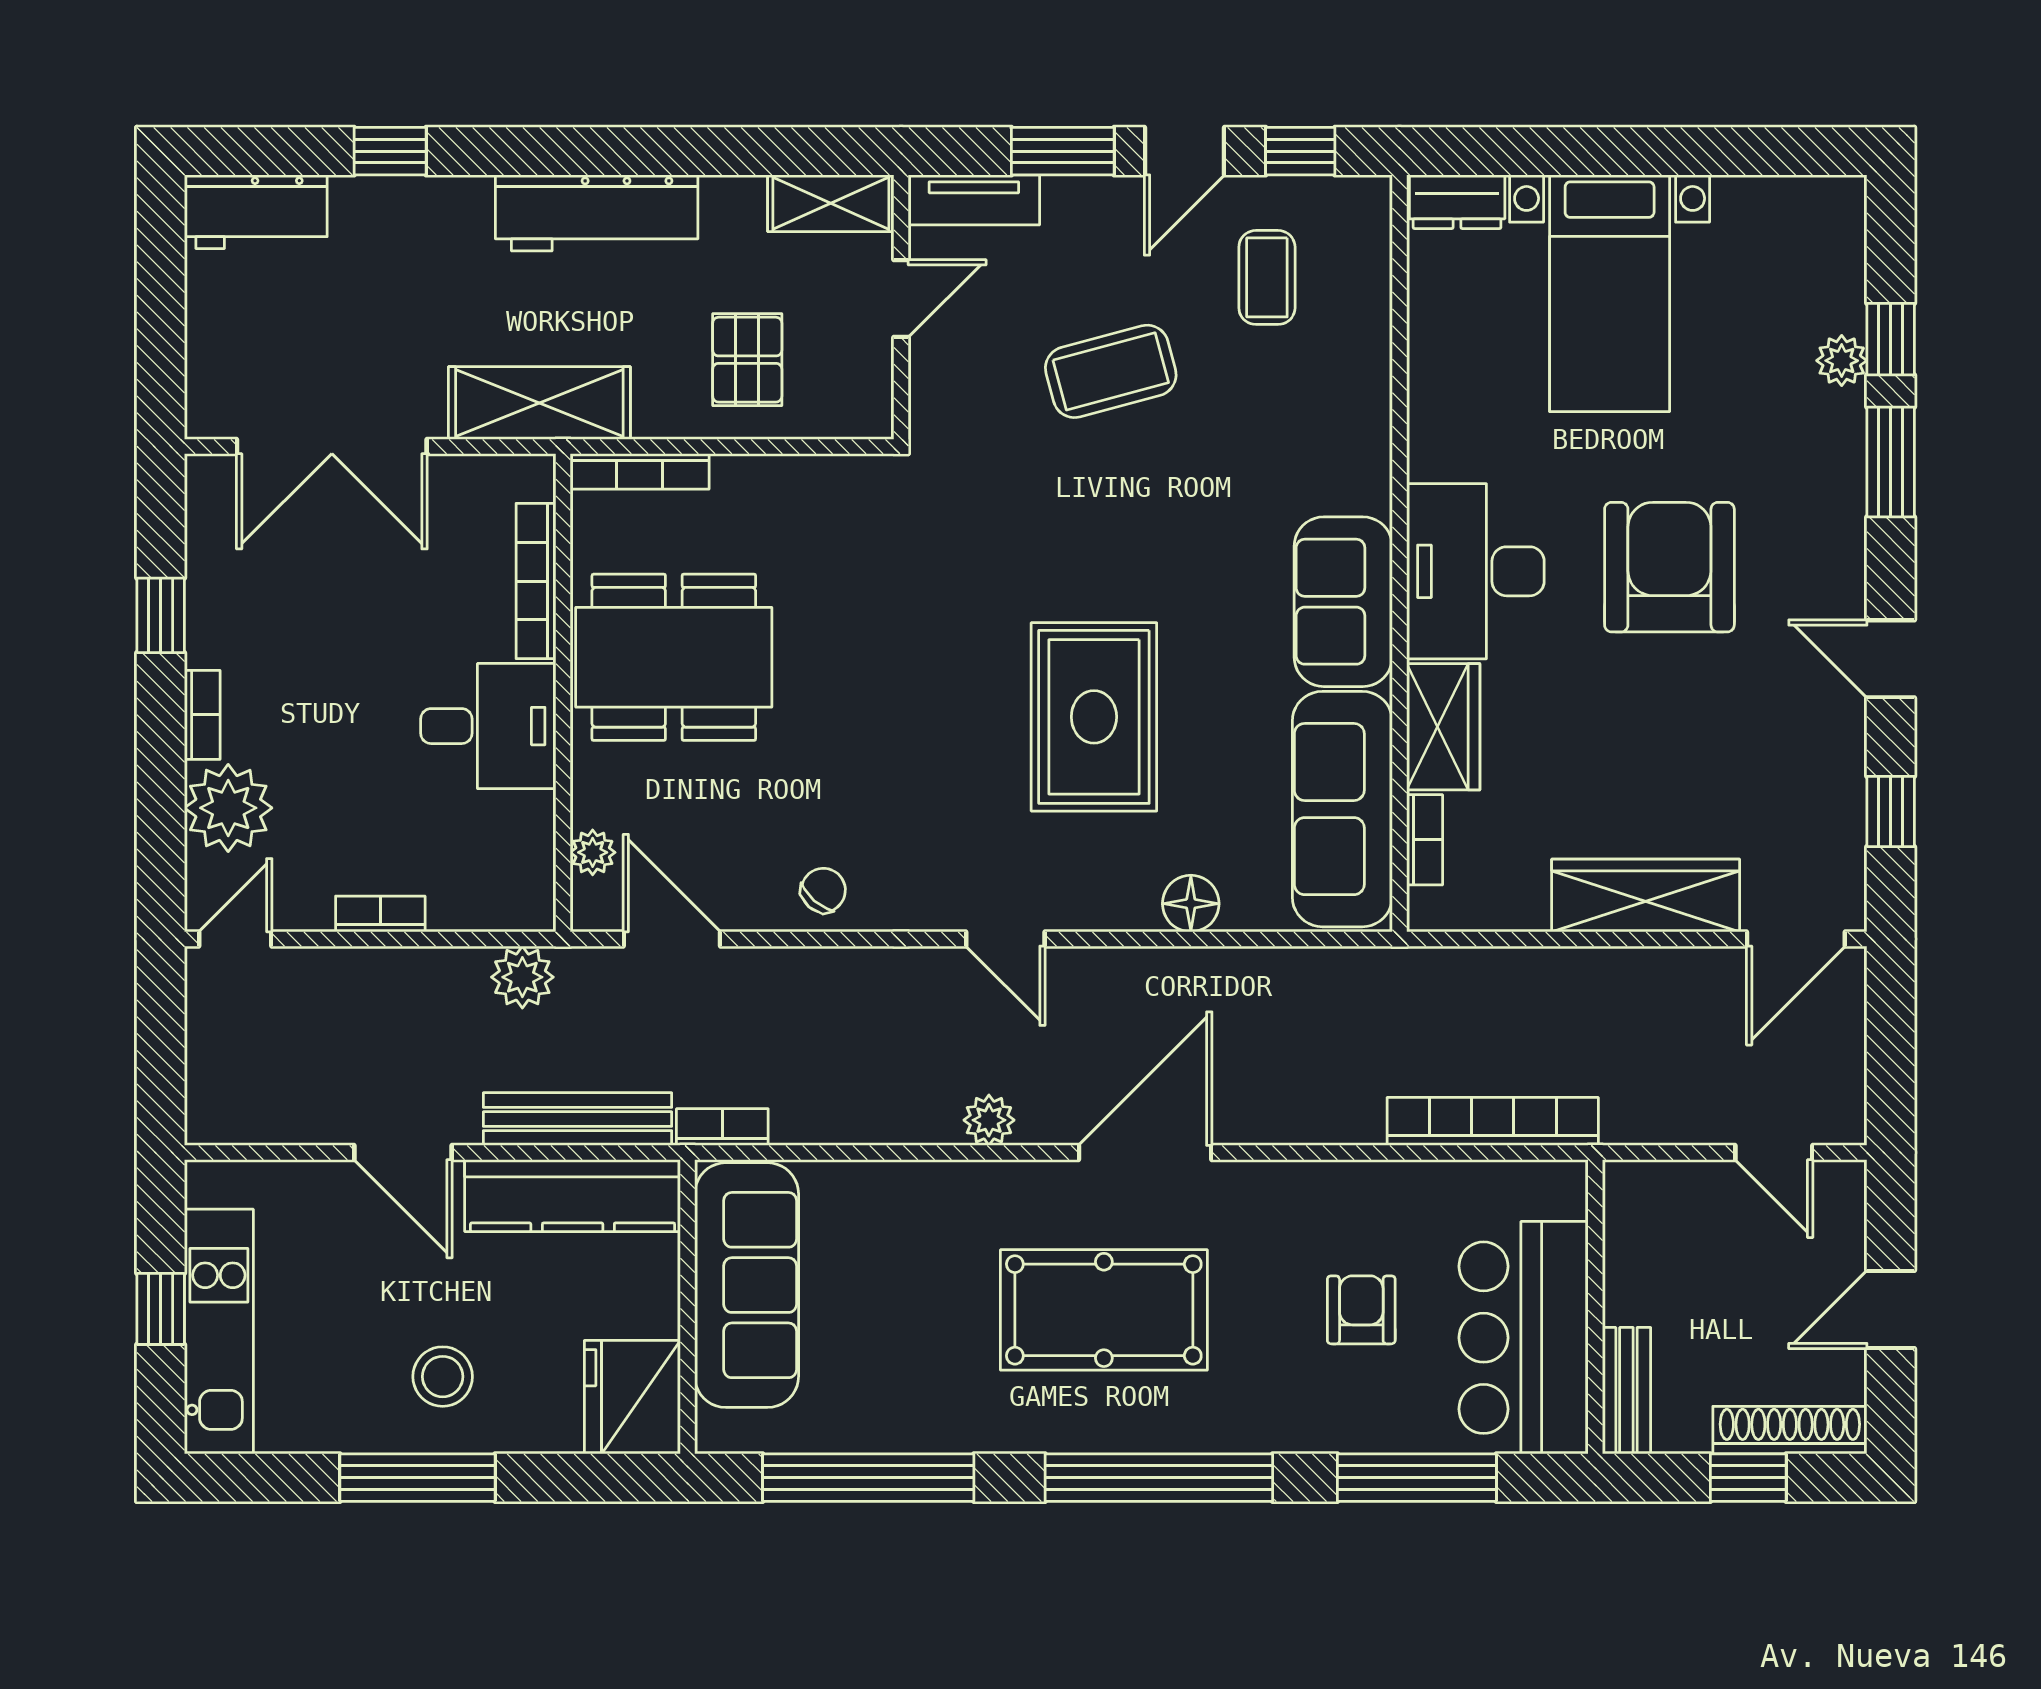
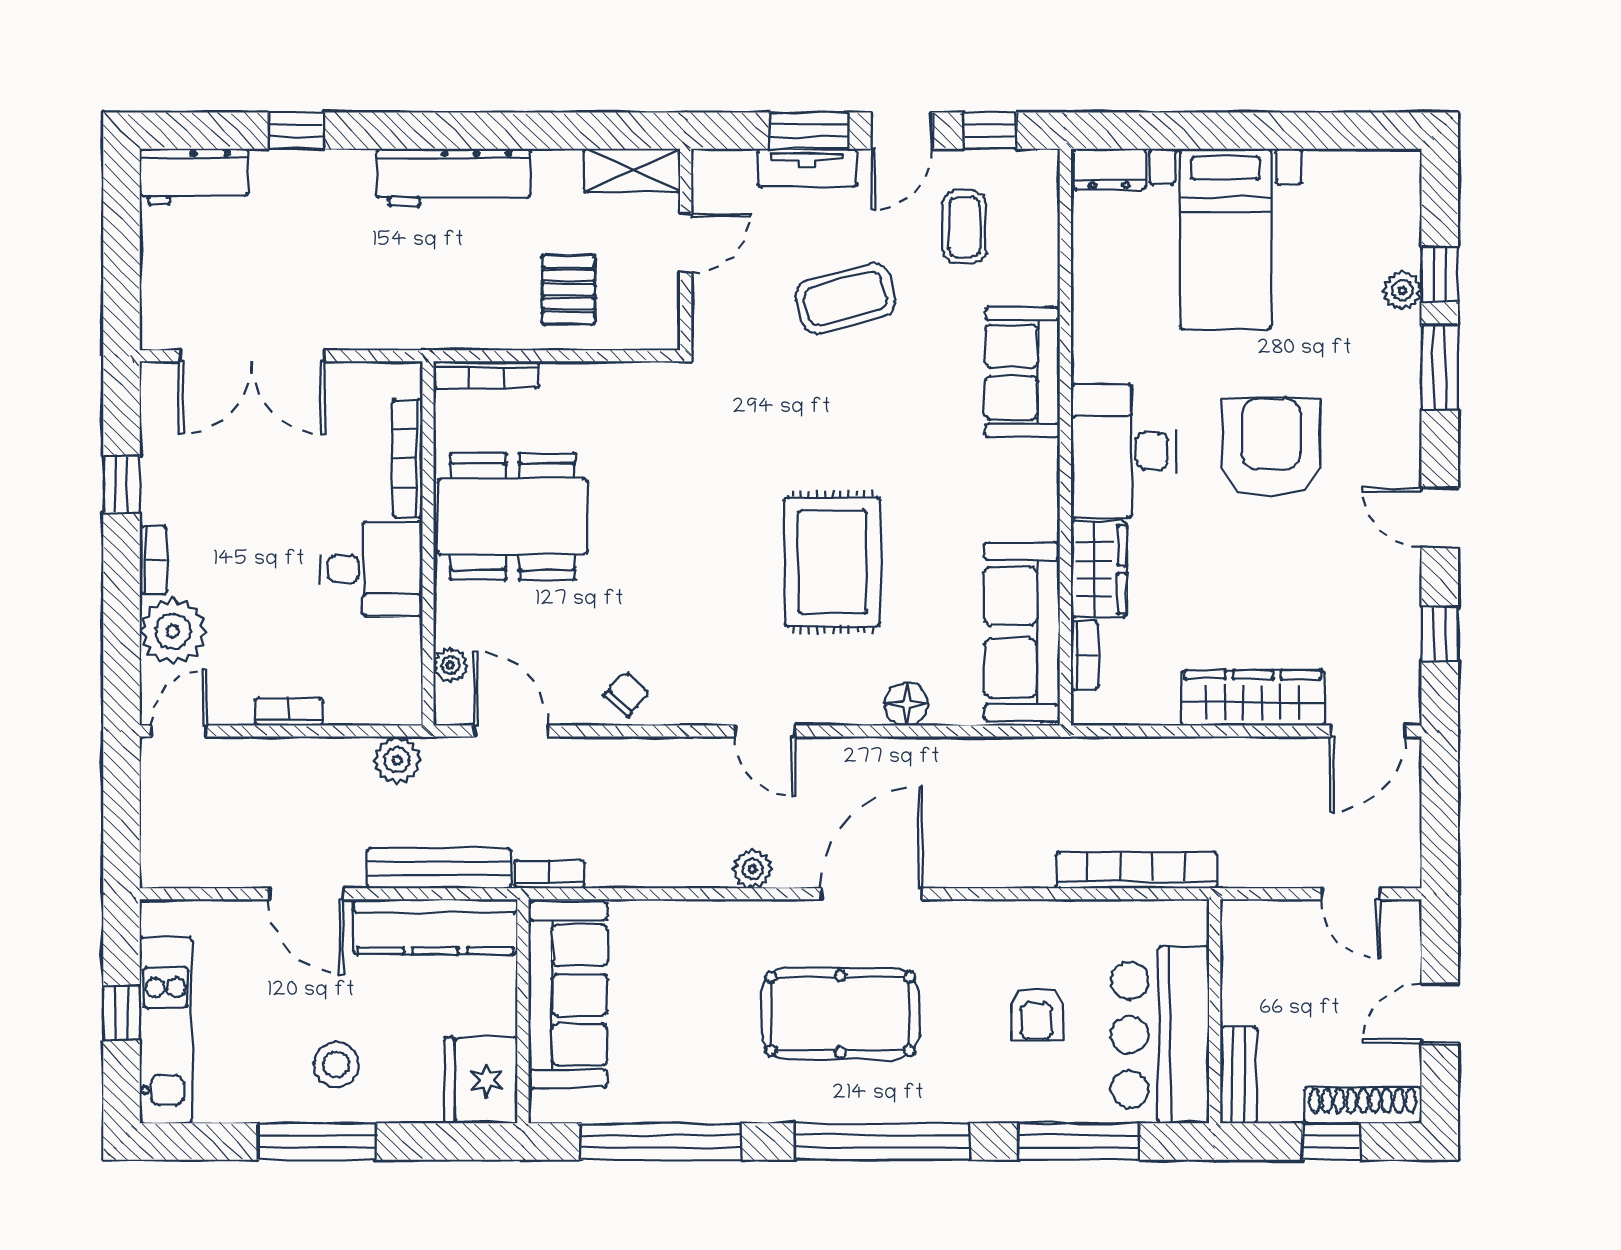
tv unit: (974, 200) -> (807, 168), moved
shelving: (539, 403) -> (410, 323), removed
sofa: (1343, 602) -> (1023, 372), moved
armchair: (1361, 1310) -> (1036, 1014), turned 180

